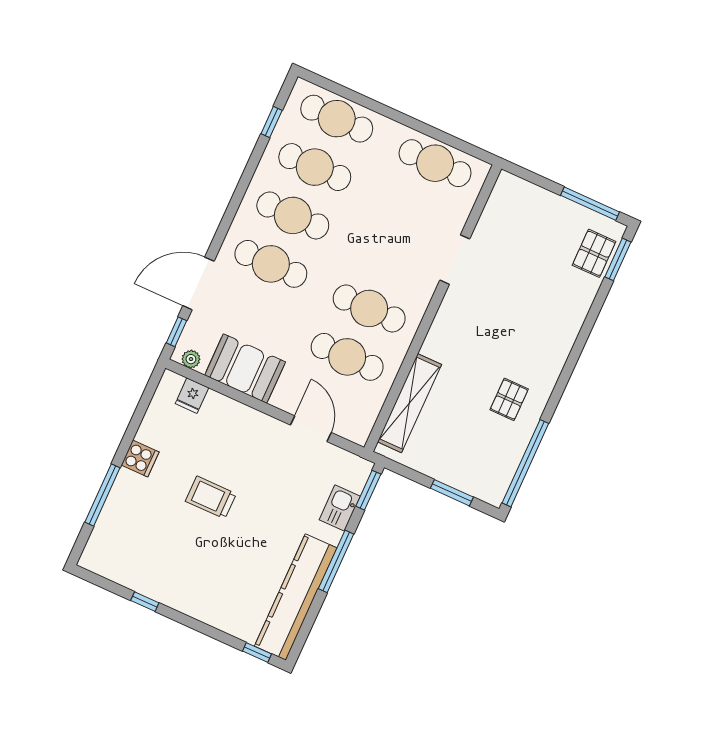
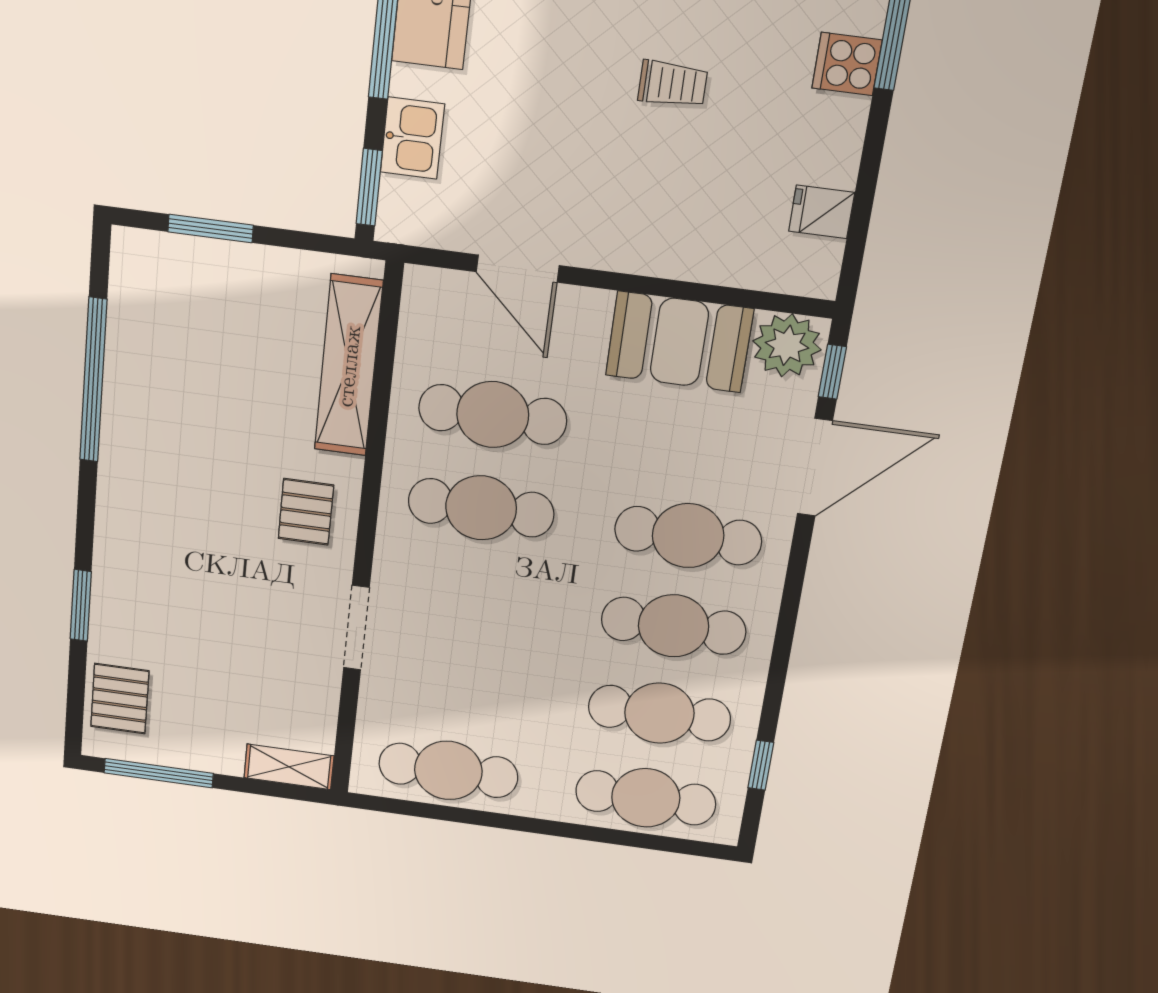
shelving: (519, 188) -> (289, 767), added
window: (618, 259) -> (81, 605), moved
plant: (191, 359) -> (787, 345), width x1.88, depth x1.88
fridge: (192, 396) -> (822, 212), moved, turned -90
pallet: (509, 399) -> (306, 512), moved
cooker: (140, 458) -> (847, 64), moved
window: (525, 463) -> (93, 380), moved
trolley: (211, 497) -> (673, 84), width x0.73, depth x0.72

